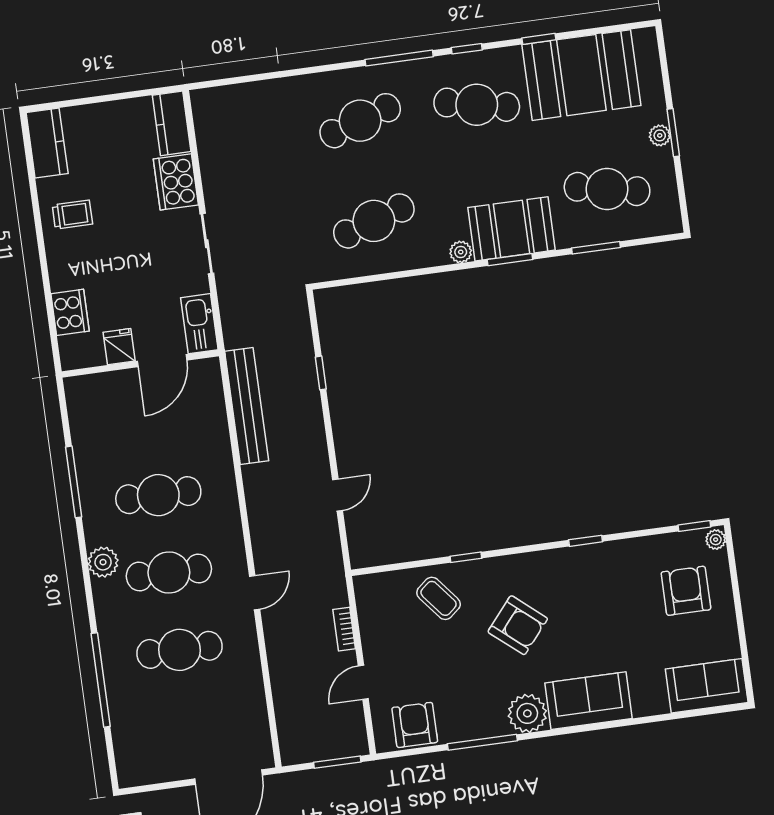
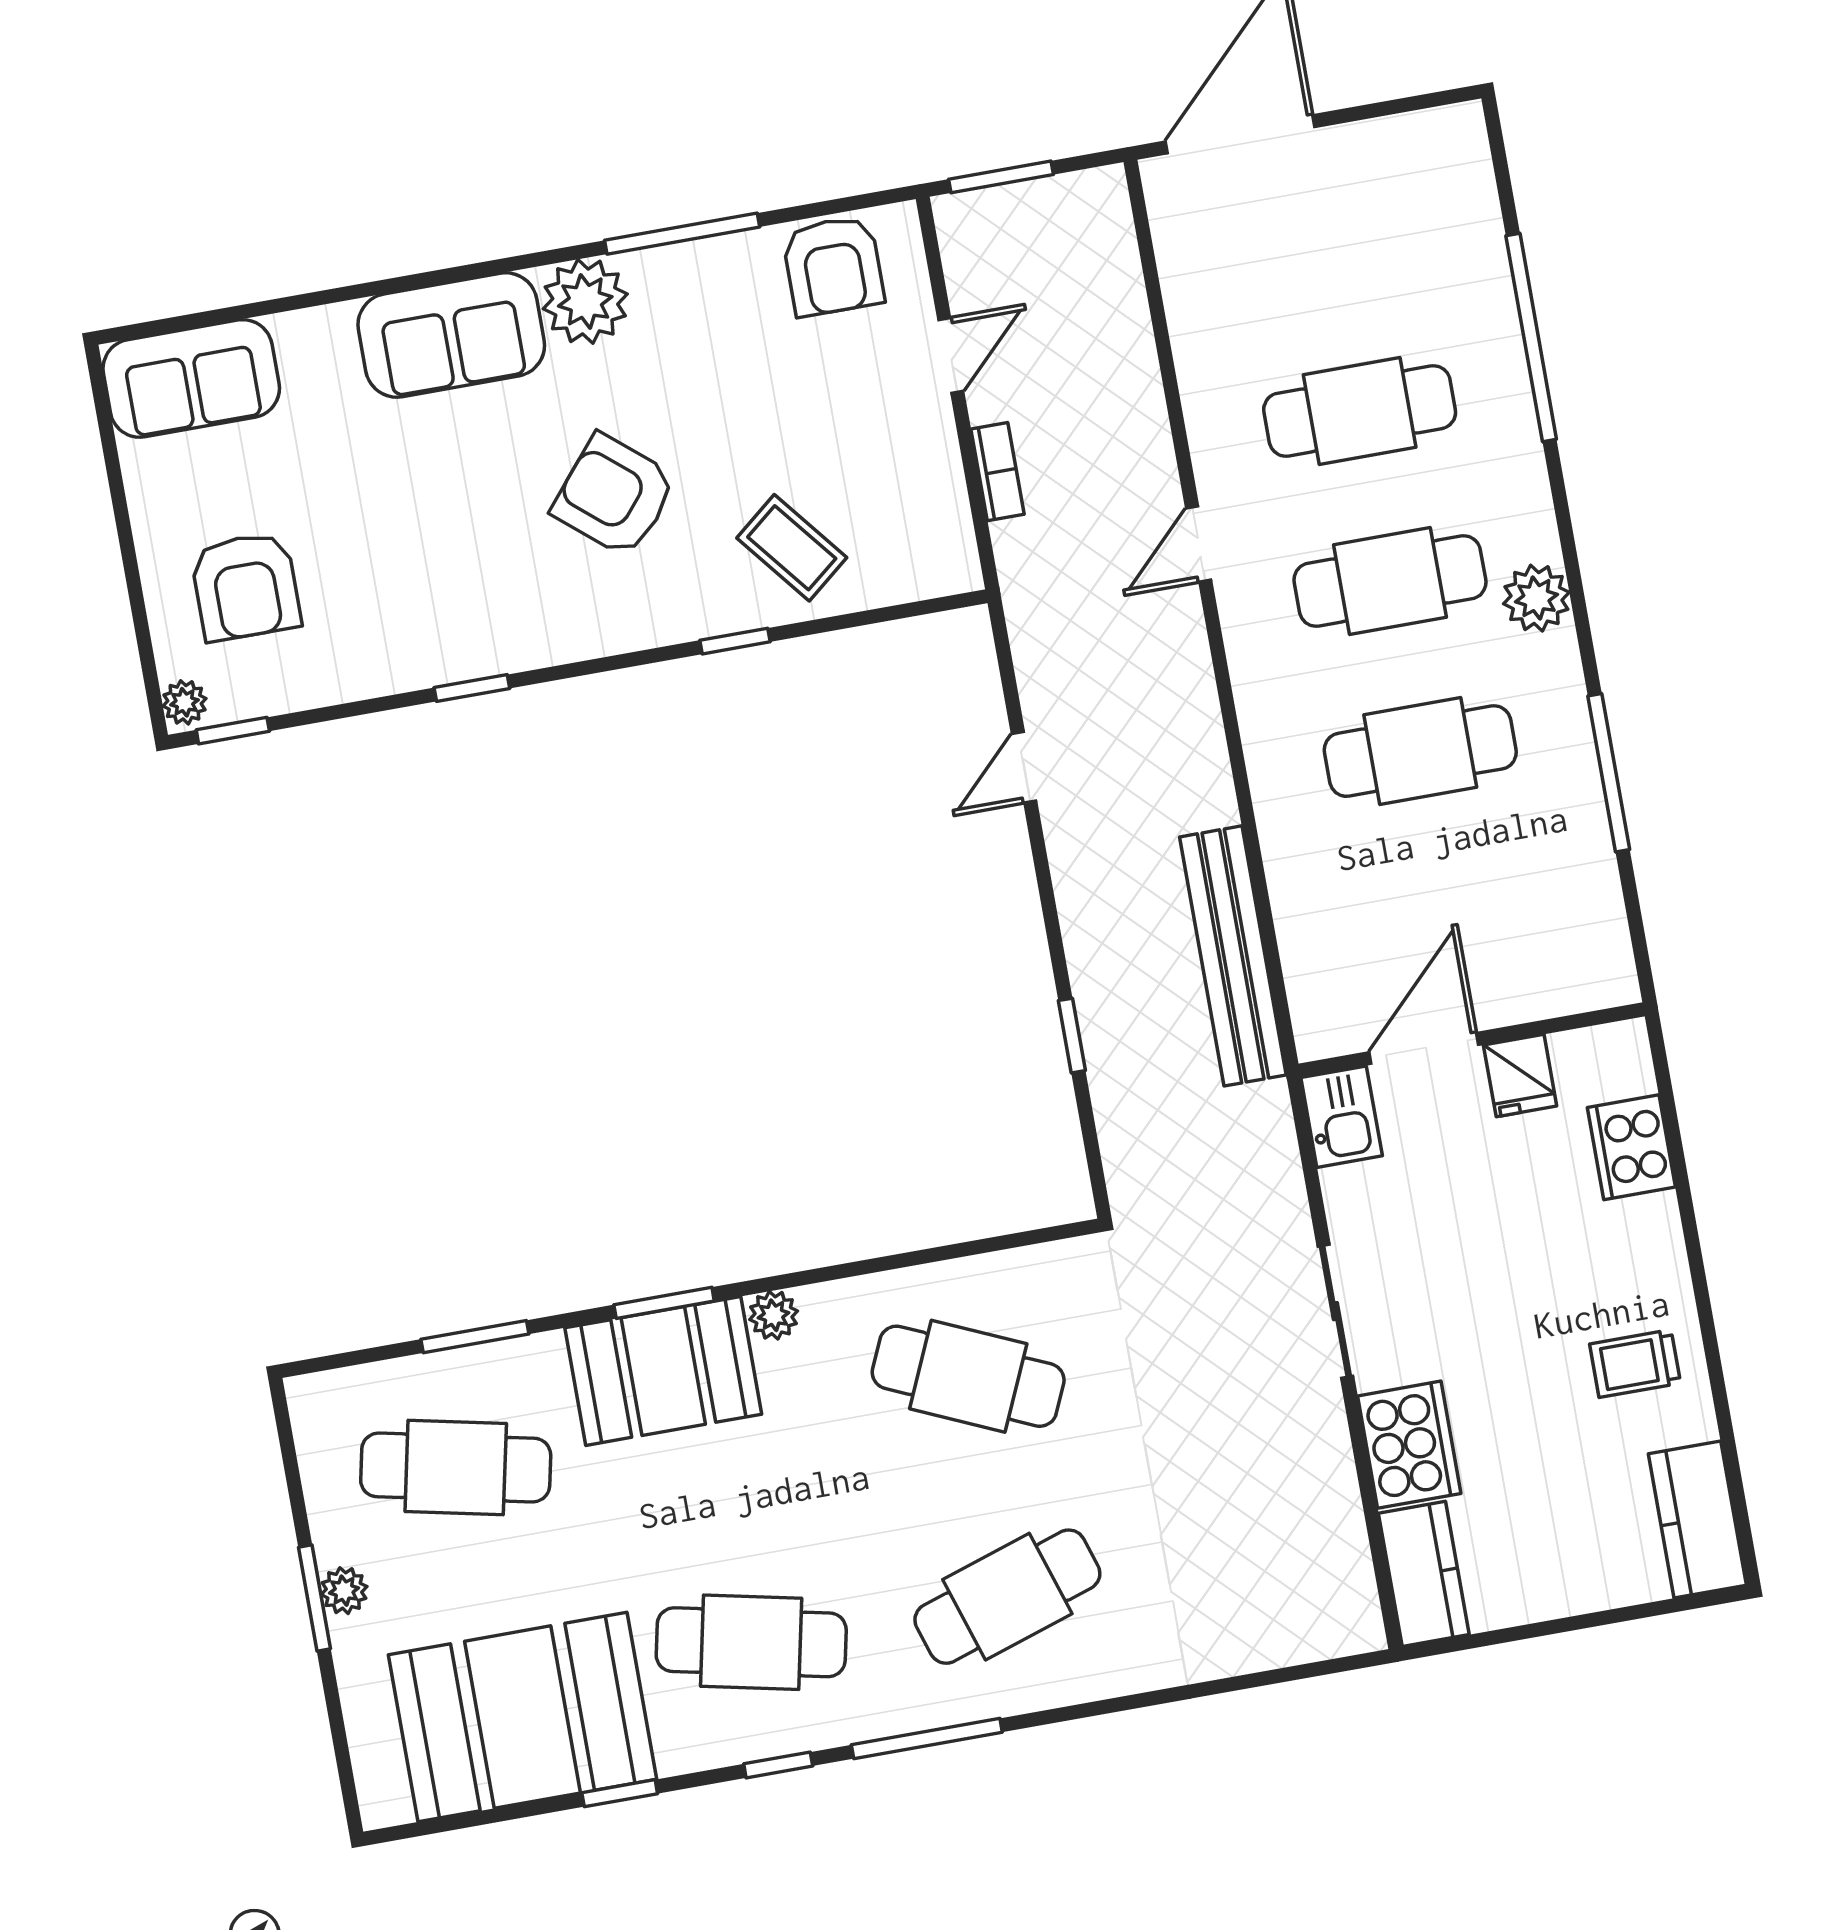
cafe table: (374, 221) -> (968, 1376), turned 42
kitchen sink: (199, 324) -> (1342, 1117), width x0.73

